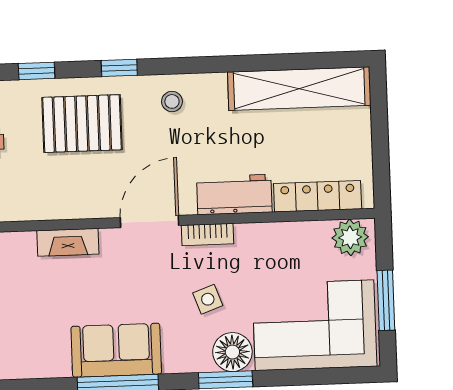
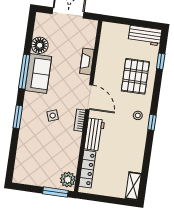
window: (119, 68) -> (152, 122), moved
shelving: (299, 89) -> (133, 186), width x0.45, depth x0.75
window: (386, 300) -> (55, 192), moved
corner sofa: (314, 325) -> (34, 158), removed
floor lamp: (232, 352) -> (40, 45), moved

